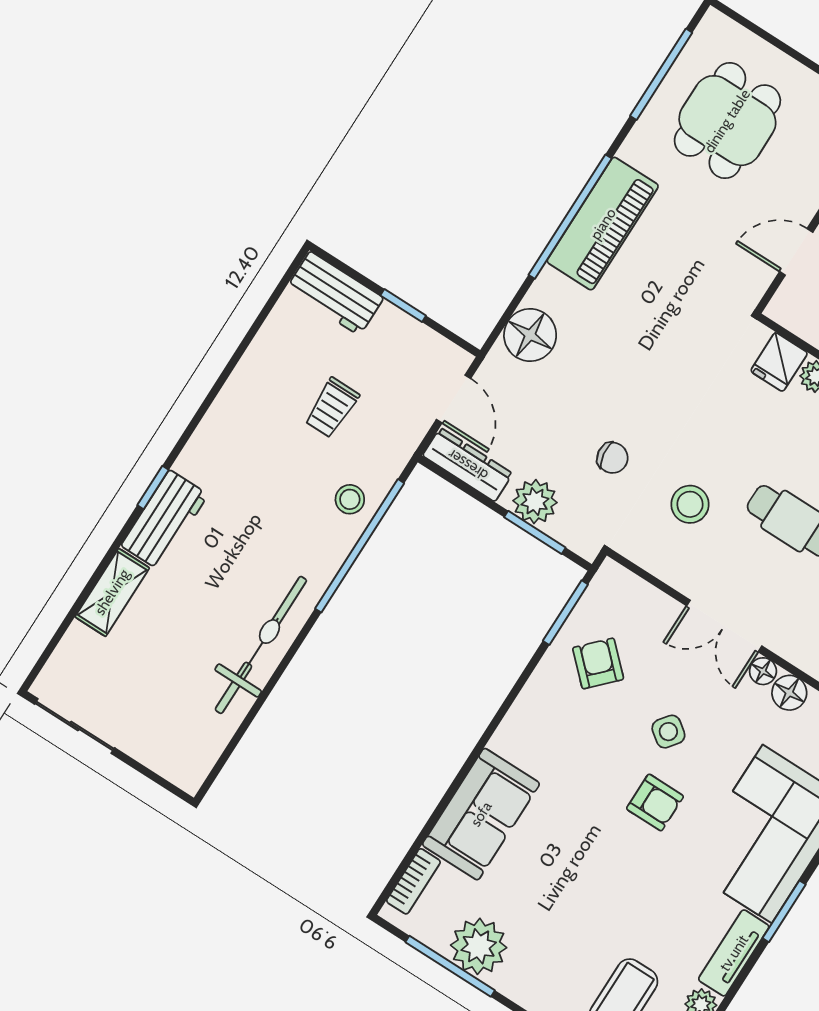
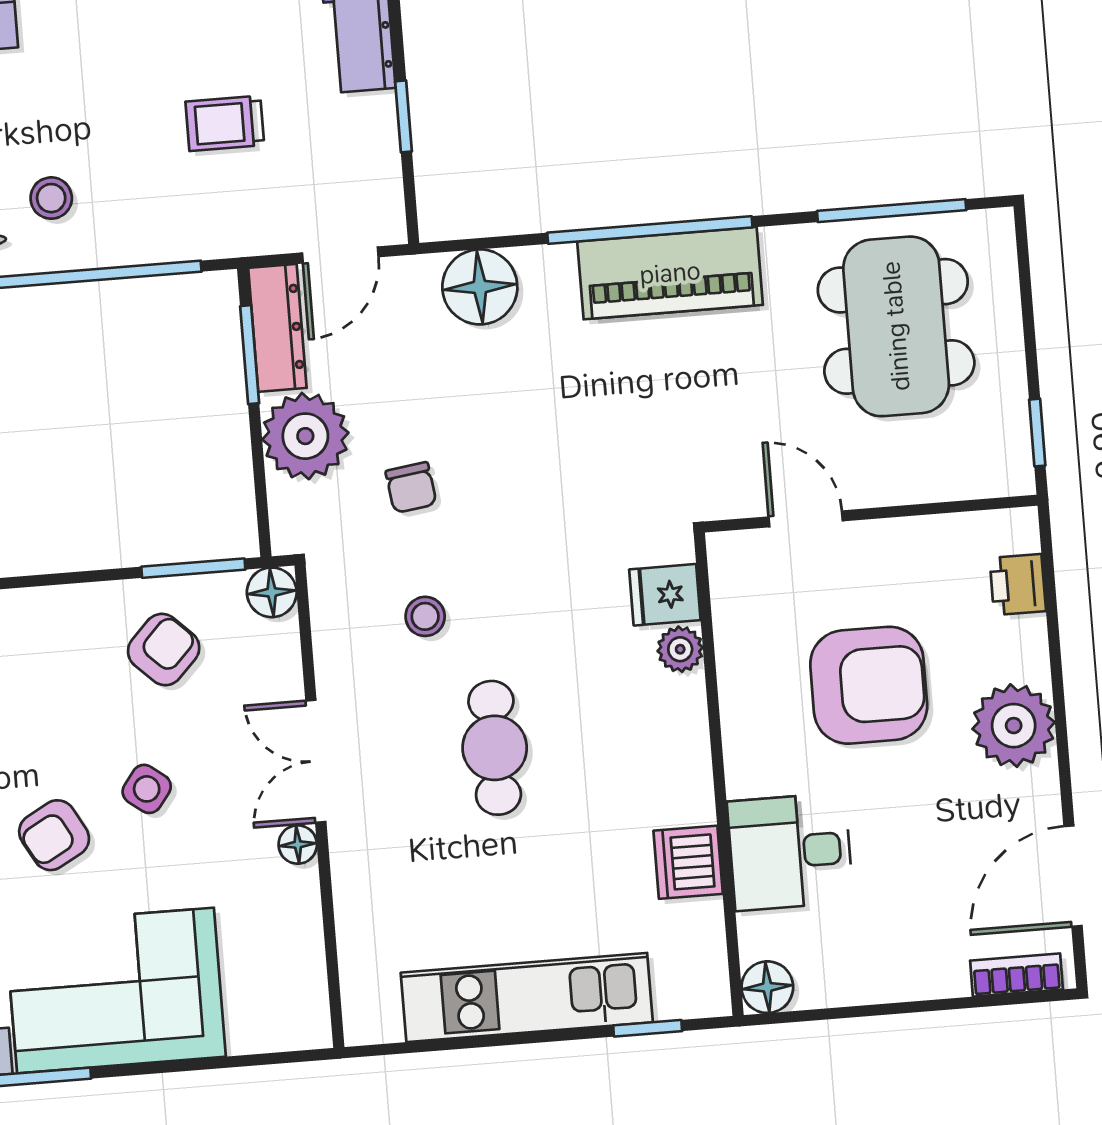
dining table: (727, 121) -> (896, 326), width x1.38
stool: (350, 499) -> (51, 198), moved
plant: (535, 502) -> (305, 436), width x1.36, depth x1.36
stool: (690, 504) -> (425, 616), width x0.73, depth x0.73
window: (535, 532) -> (250, 355), moved
floor lamp: (789, 693) -> (272, 592), moved
armchair: (655, 803) -> (54, 835), turned 61

